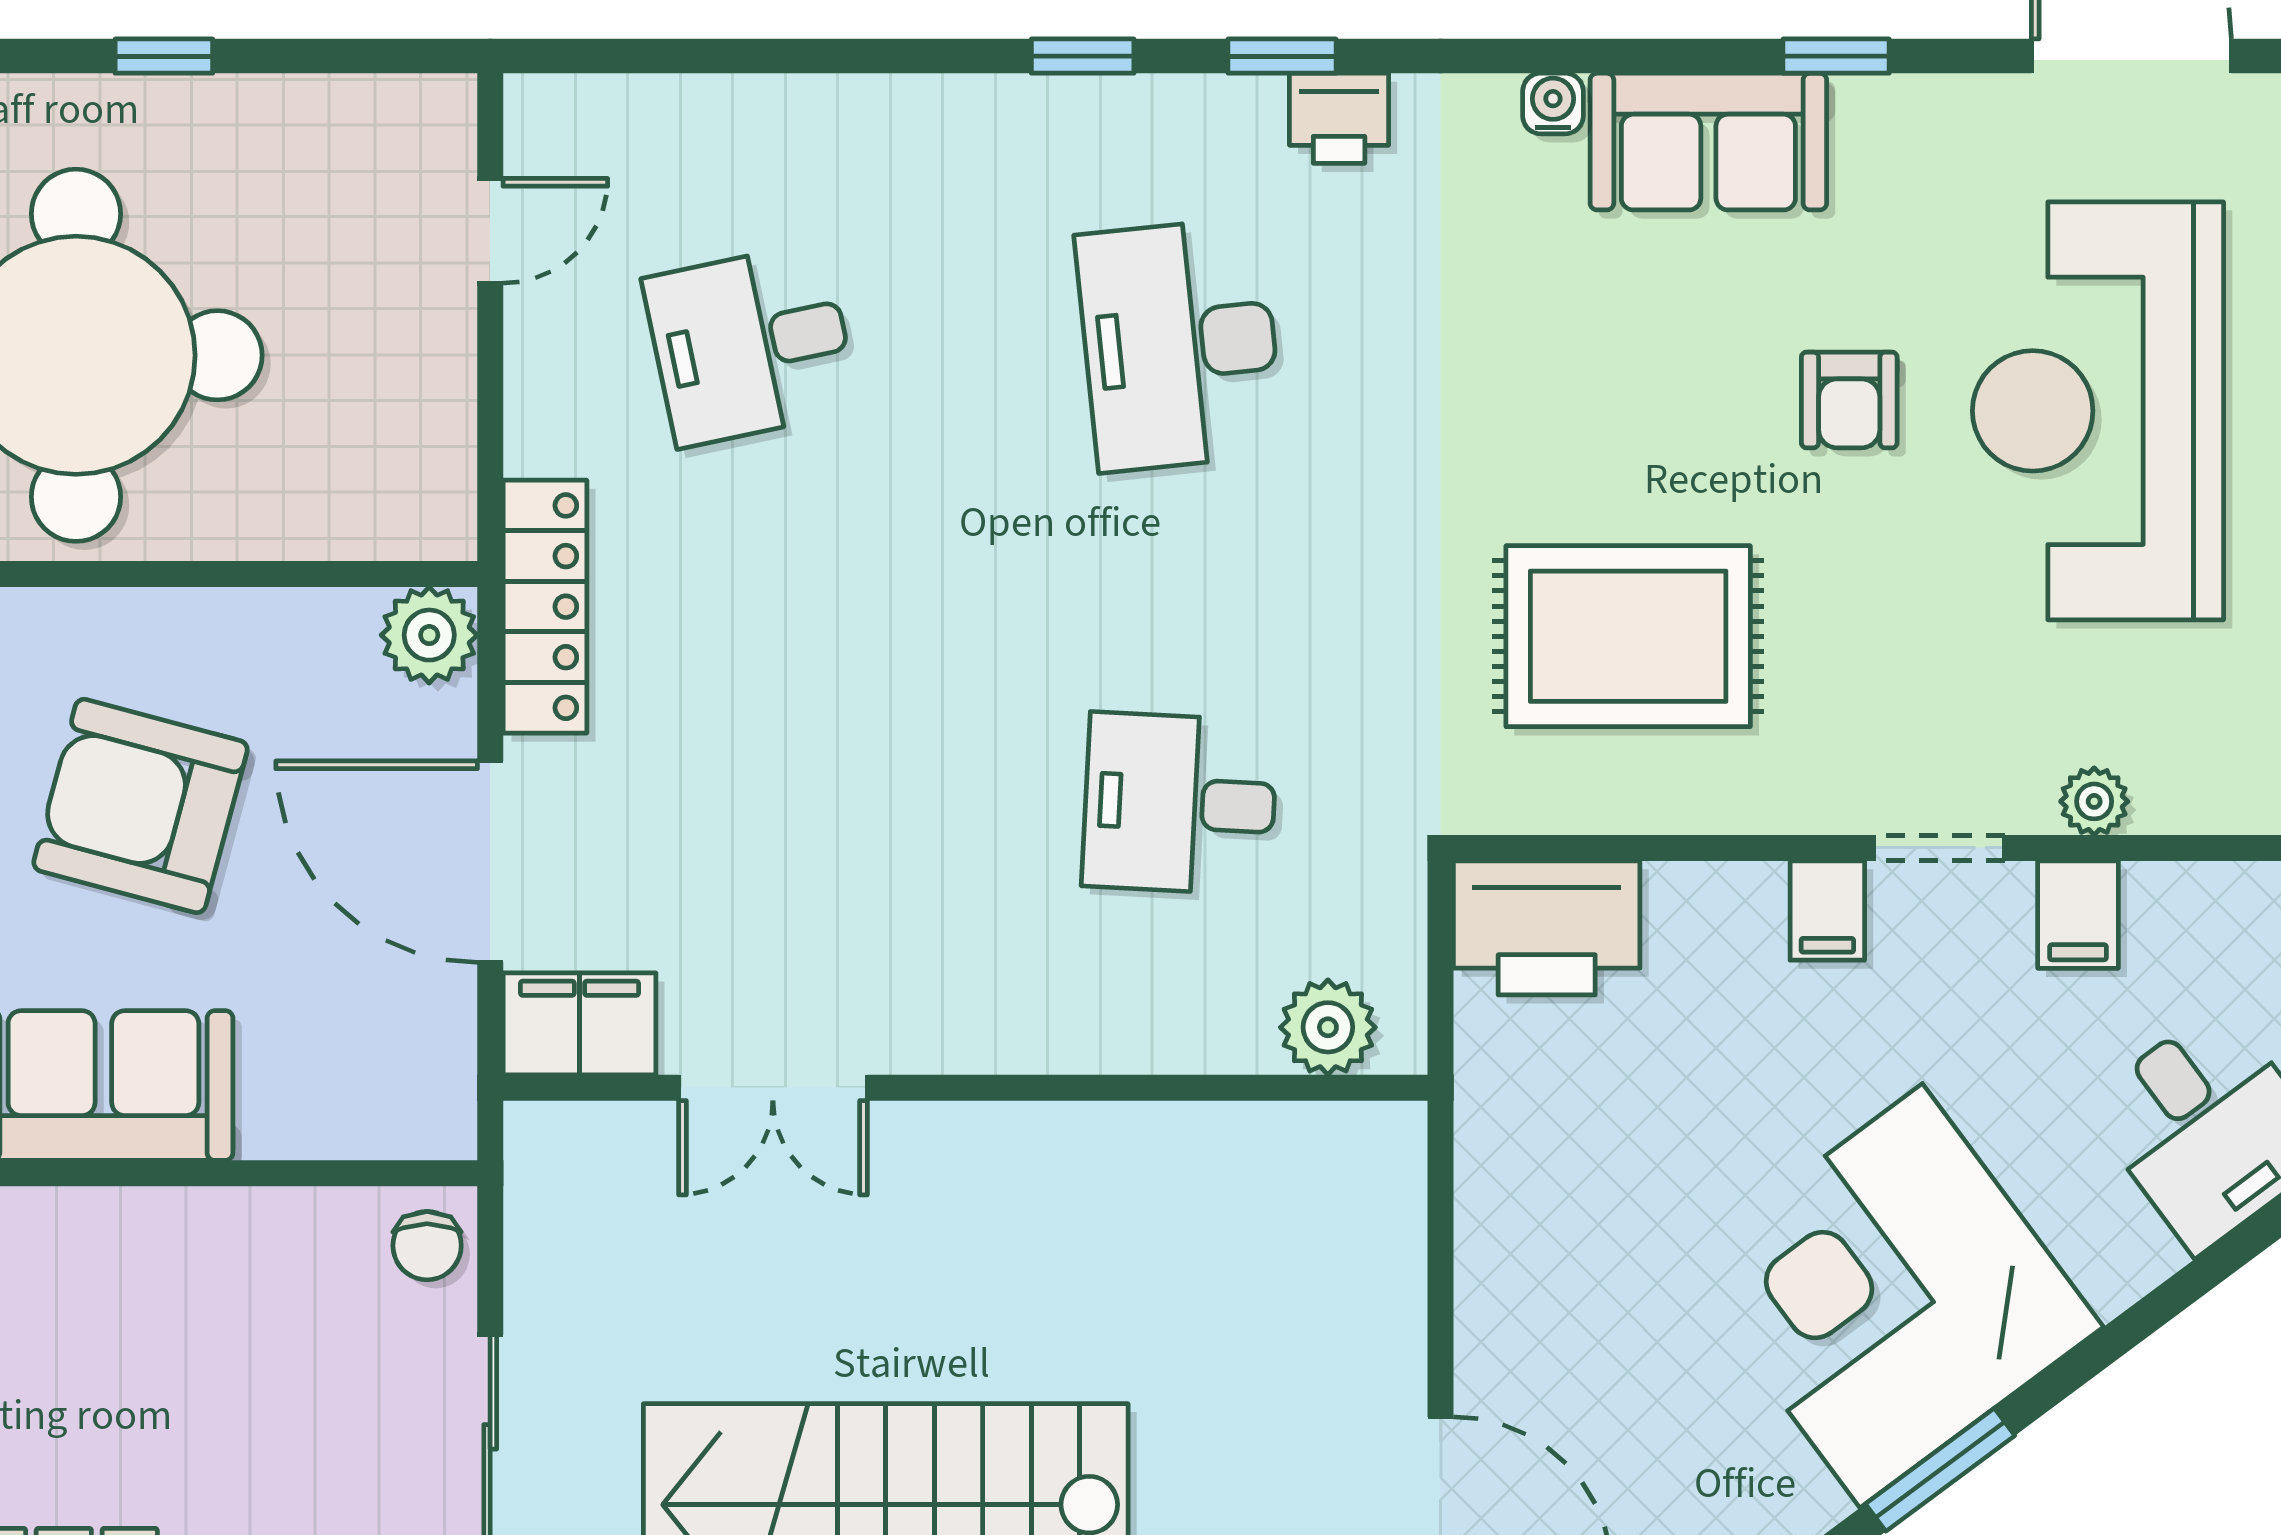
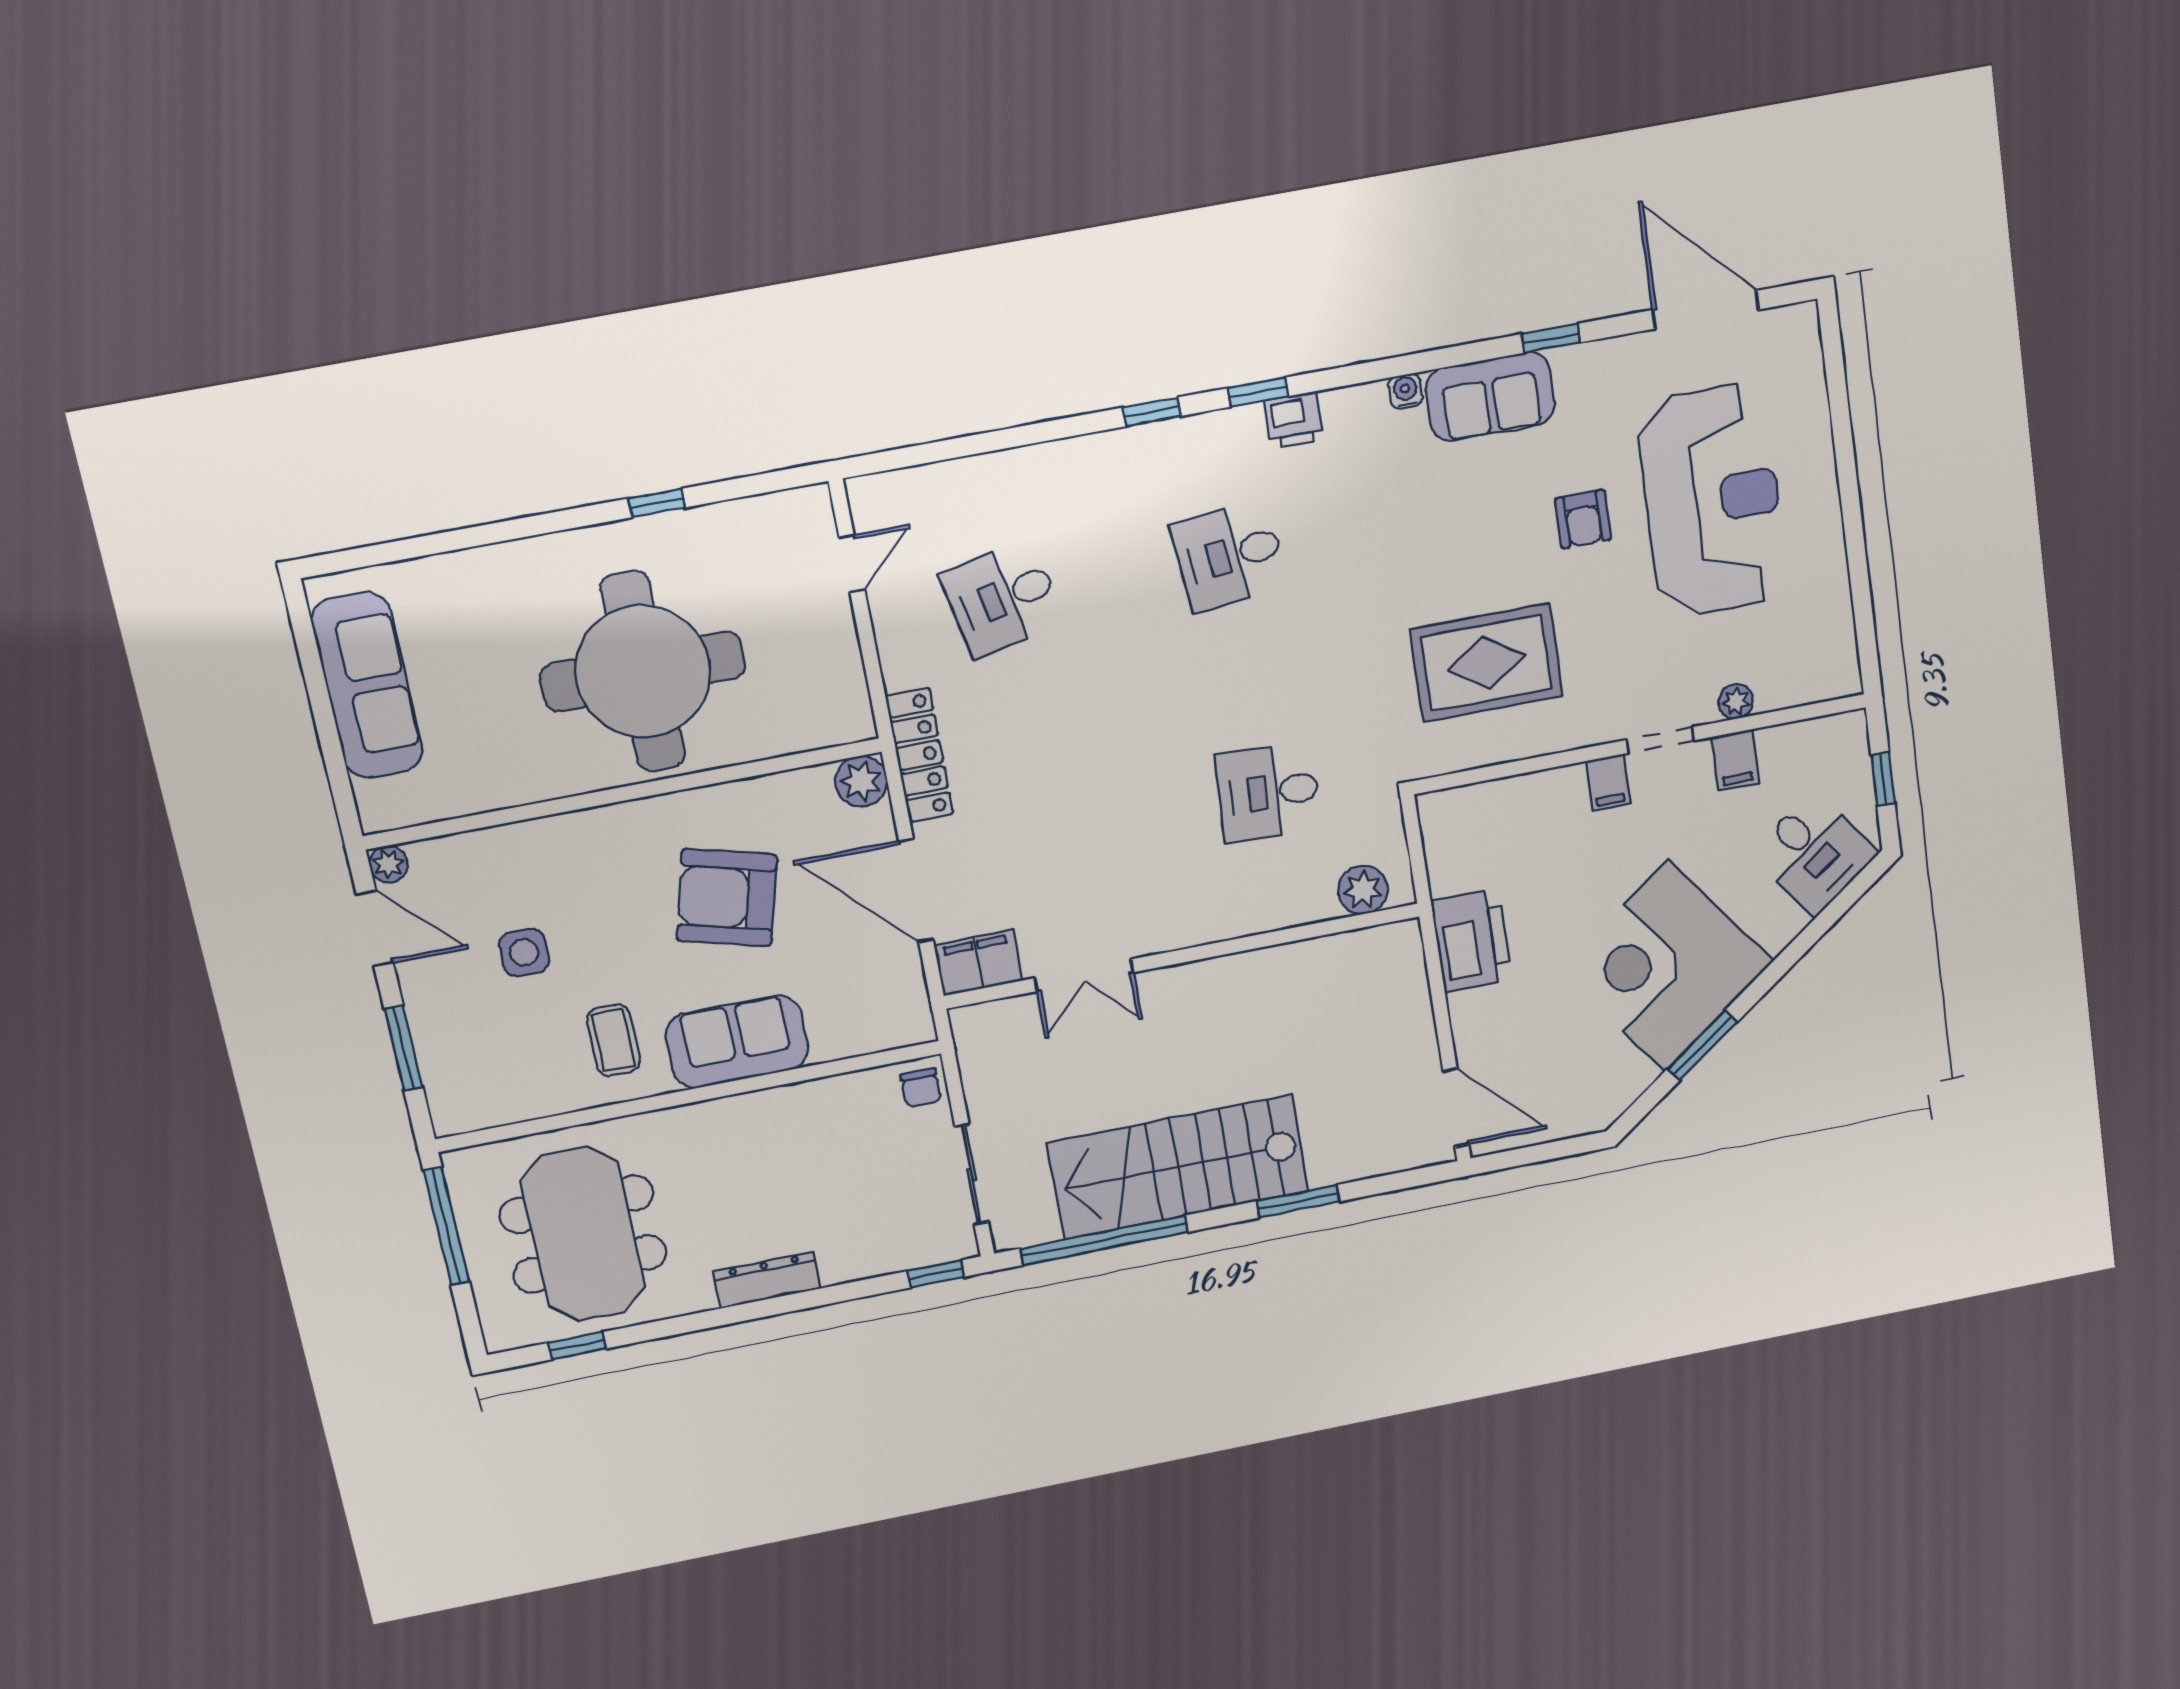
desk: (1180, 345) -> (1229, 556), width x0.73
reception desk: (2098, 411) -> (1712, 501), turned 180
printer: (1547, 928) -> (1471, 940), moved, turned -90

